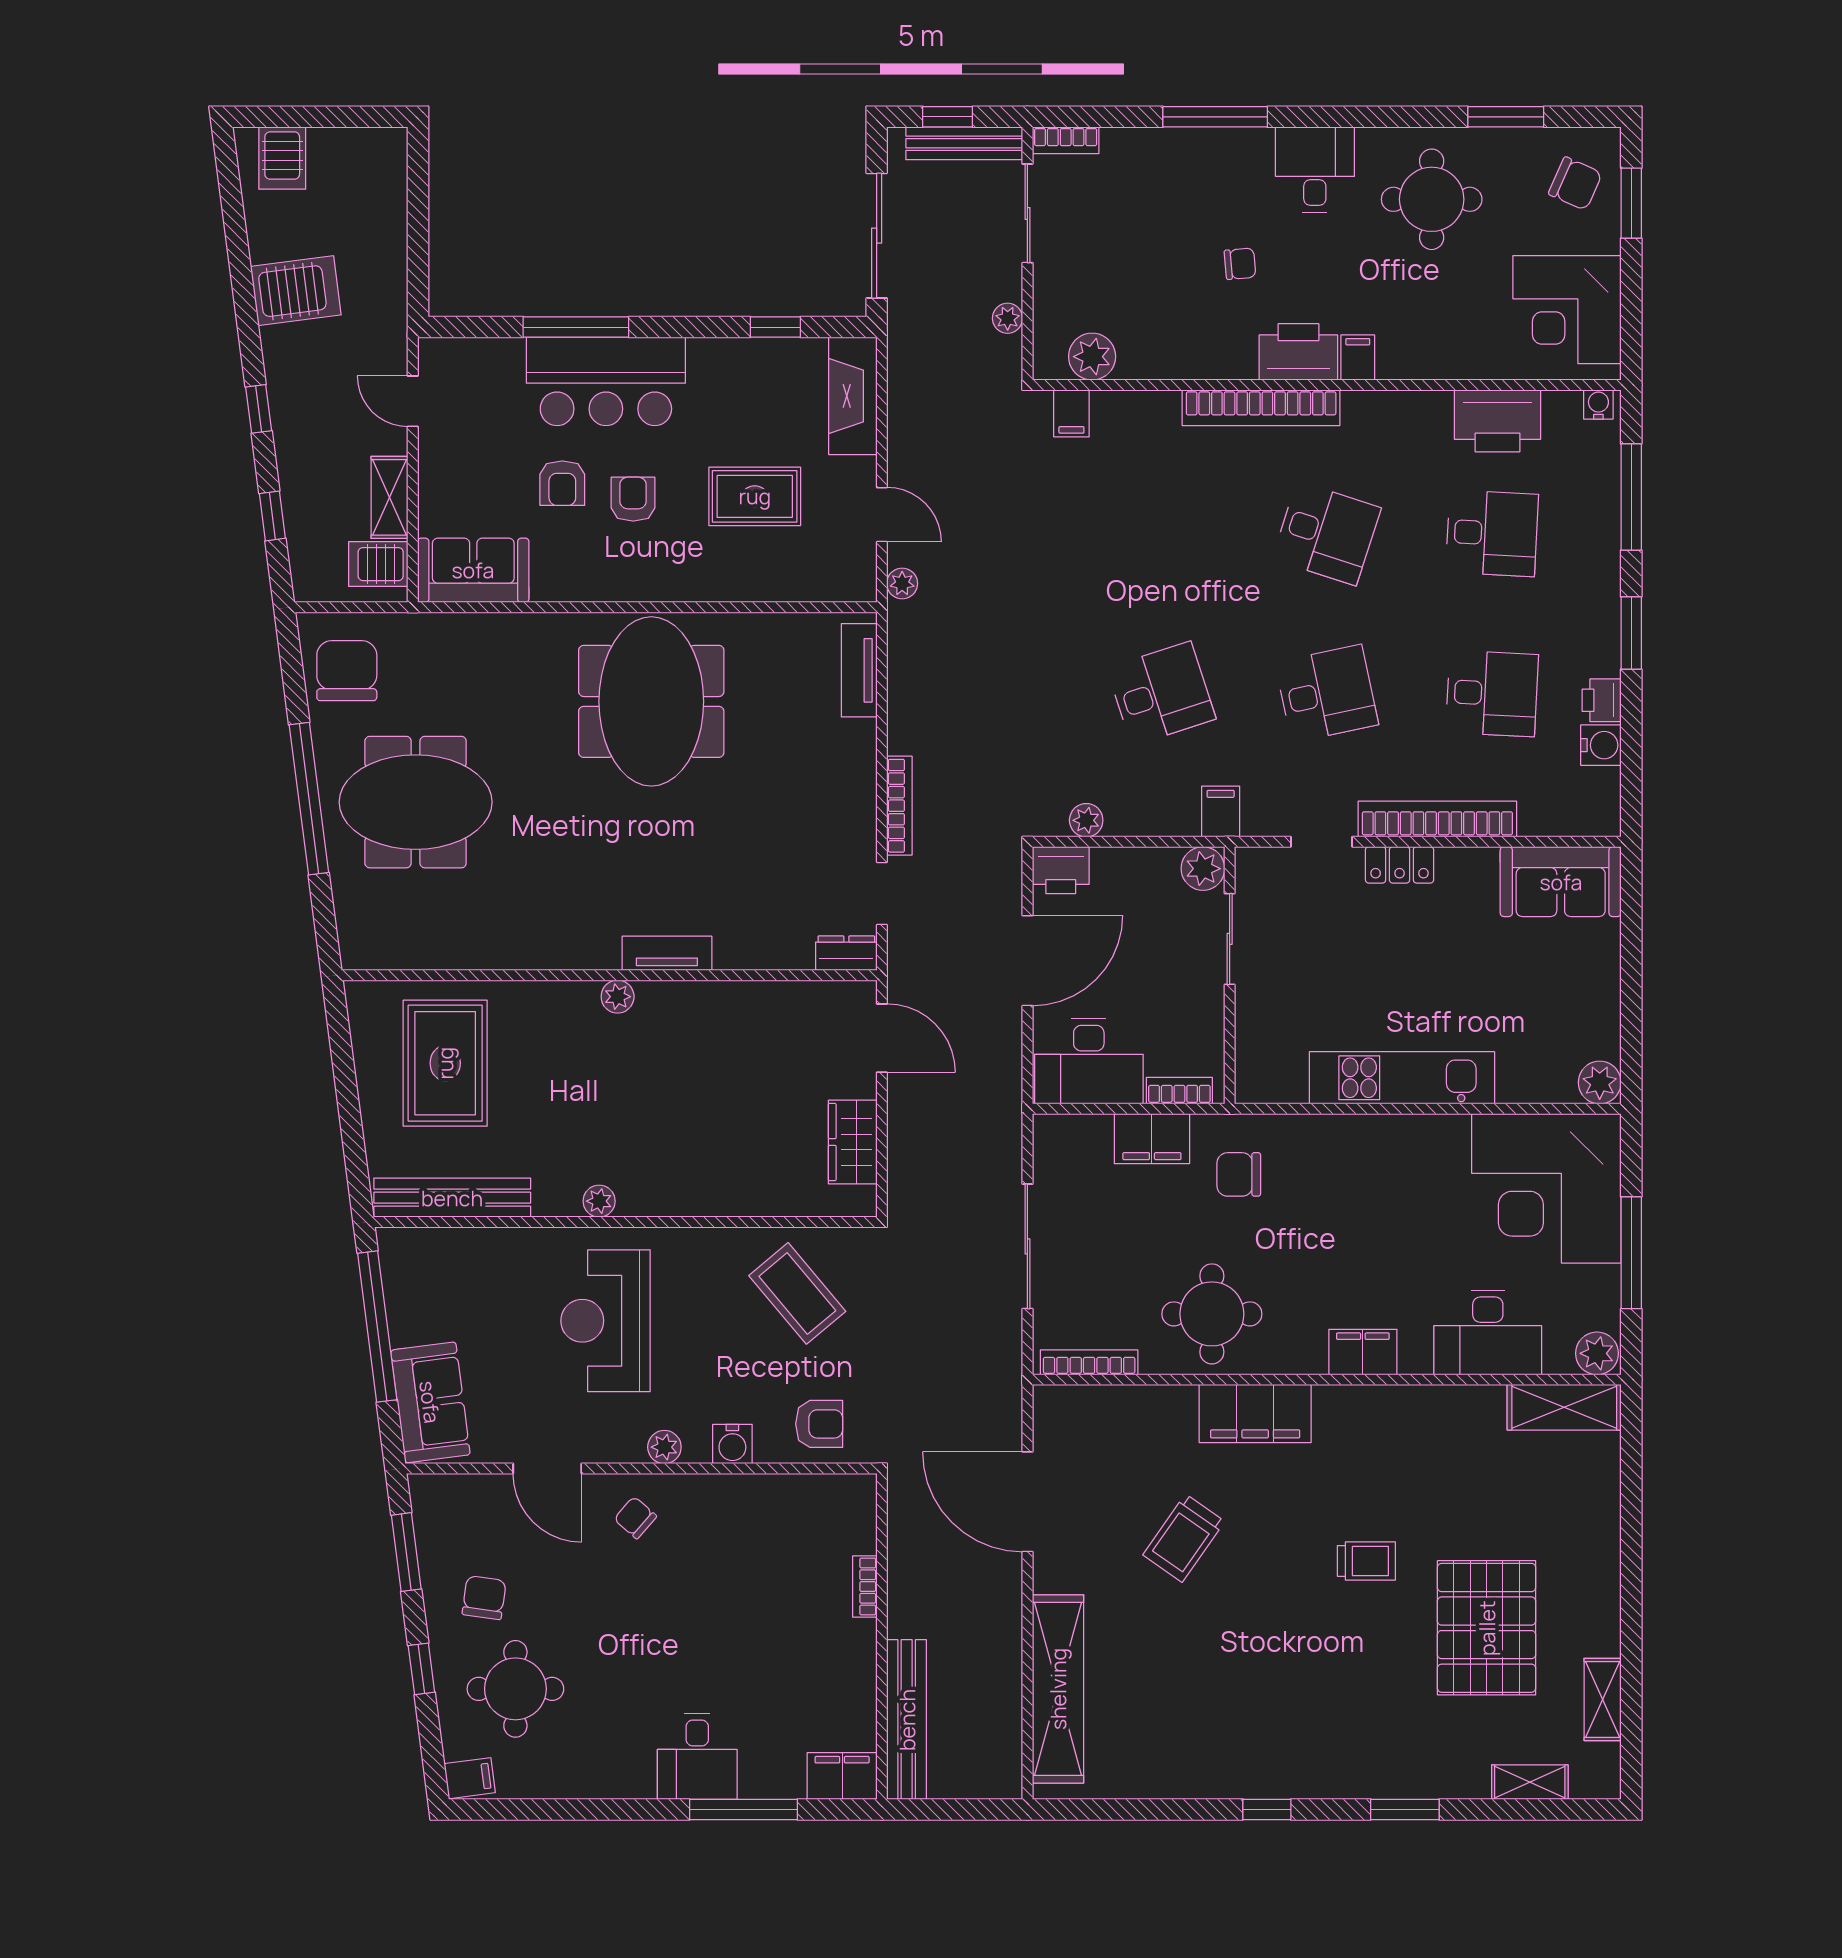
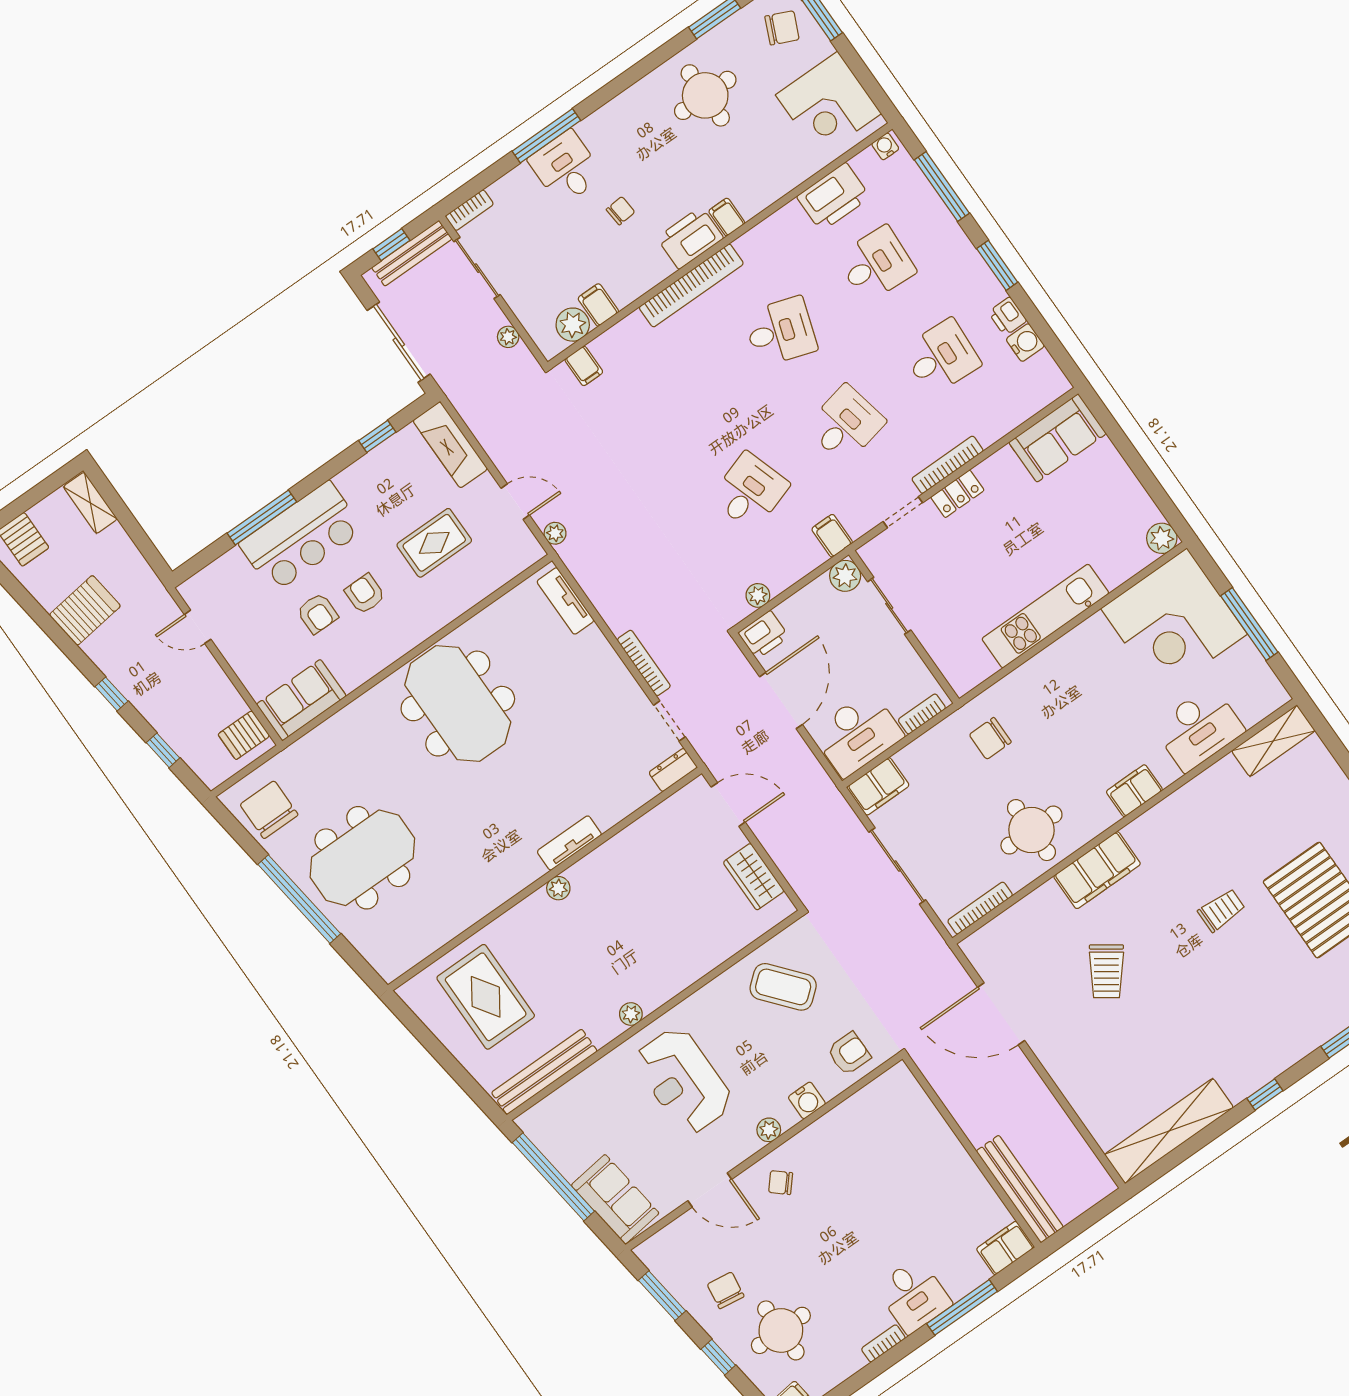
desk: (1315, 170) -> (566, 168), moved
filing cabinet: (1138, 355) -> (598, 305), added
shelving: (389, 497) -> (90, 503), moved
bookcase: (1437, 819) -> (948, 465), width x0.68, depth x0.76
filing cabinet: (1152, 1139) -> (878, 786), moved
plant: (1597, 1353) -> (1270, 696), removed
bookcase: (865, 1587) -> (883, 1343), moved, turned 90
shelving: (1058, 1689) -> (1169, 1131), moved, turned 90

